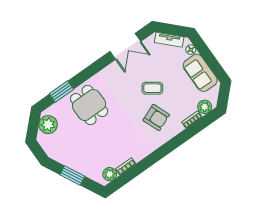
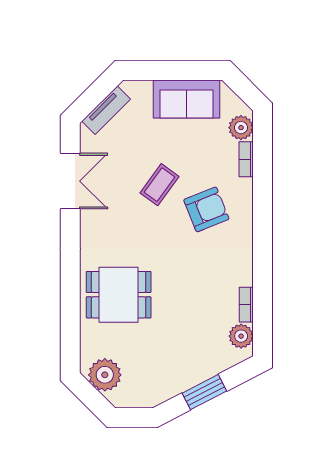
floor lamp: (191, 50) -> (143, 89), removed
window: (62, 91) -> (70, 321), removed

